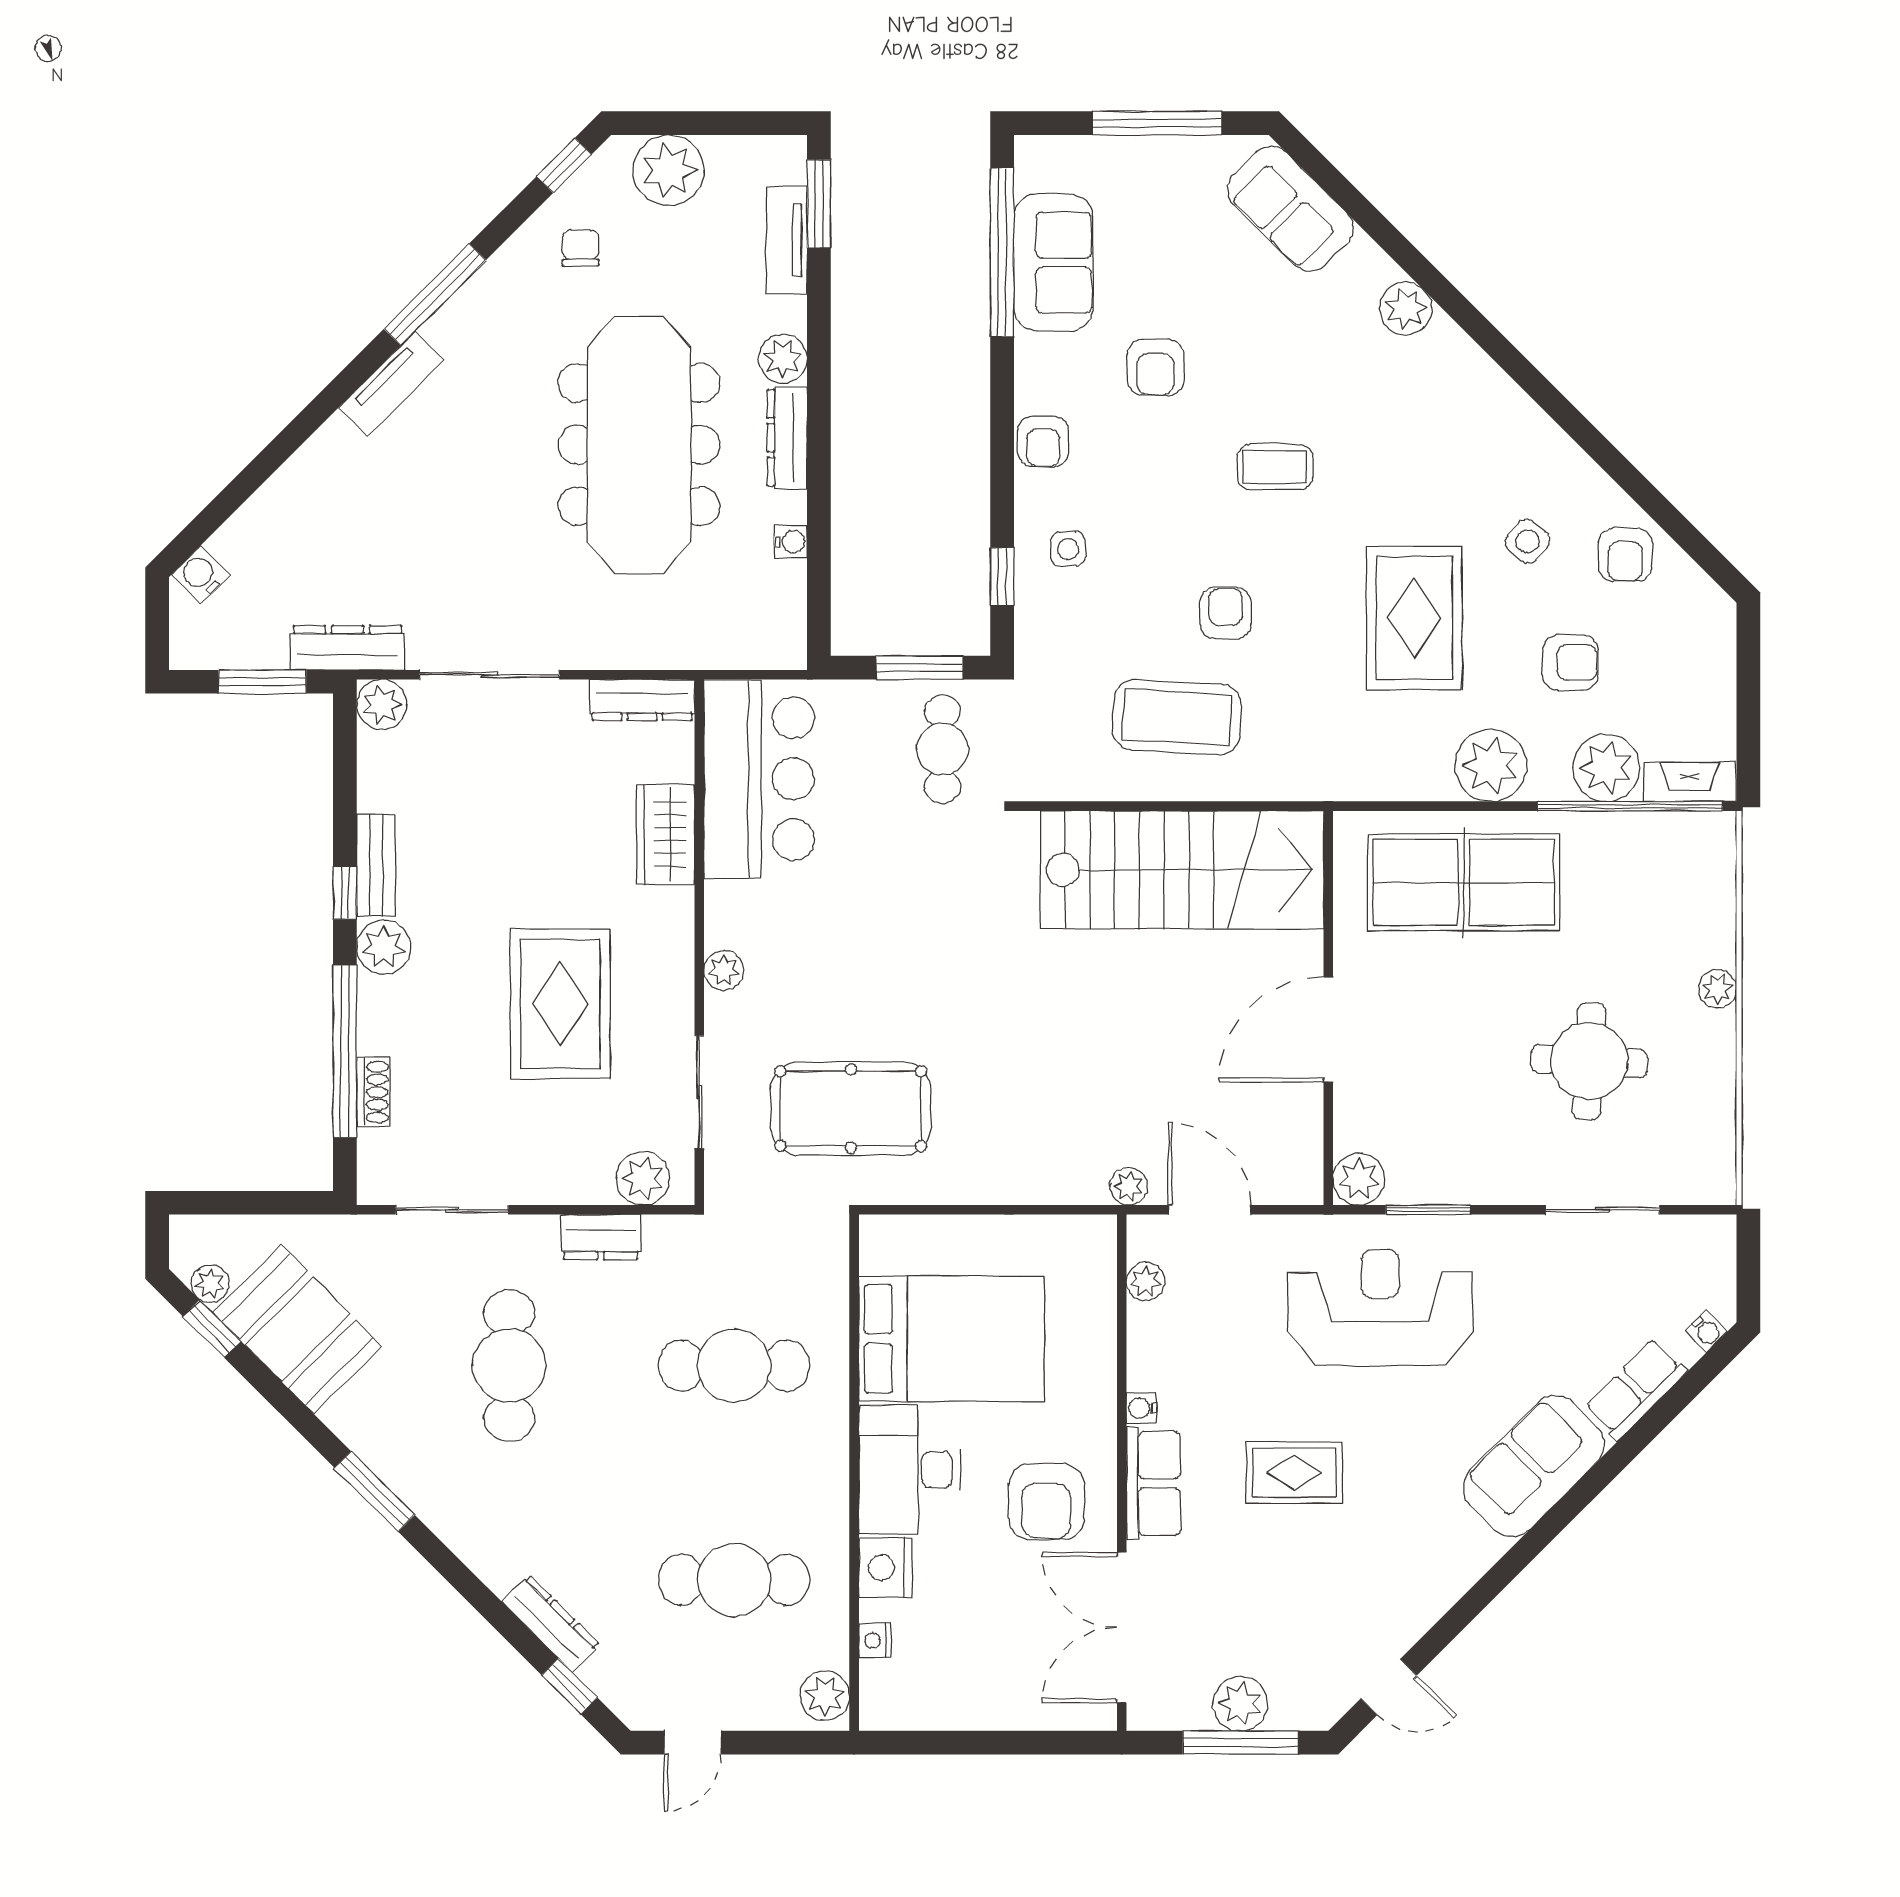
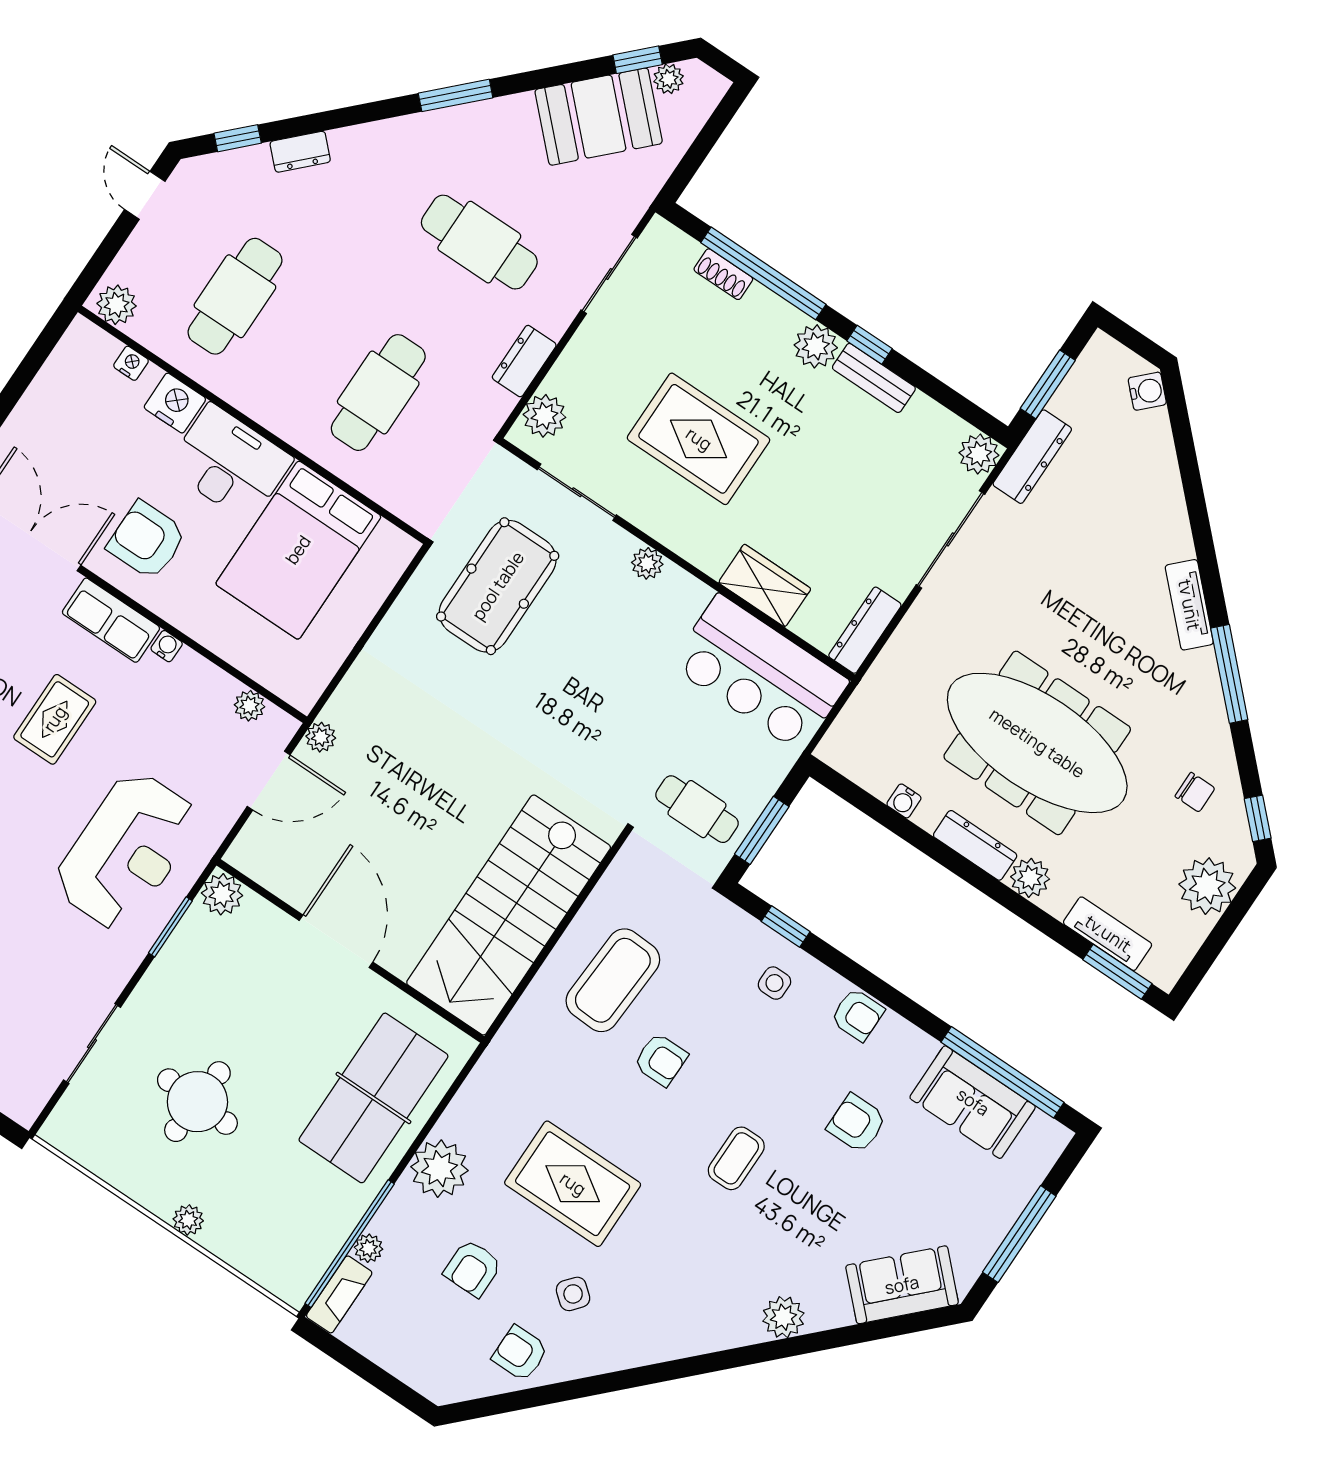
armchair: (1043, 442) -> (857, 1015), turned 180
plant: (1606, 768) -> (368, 1248), width x0.53, depth x0.53
dresser: (551, 1623) -> (300, 152), width x0.70

